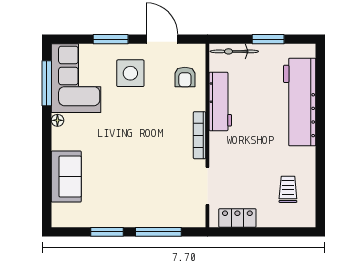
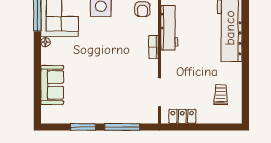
bookcase: (200, 135) -> (153, 47), width x0.64

